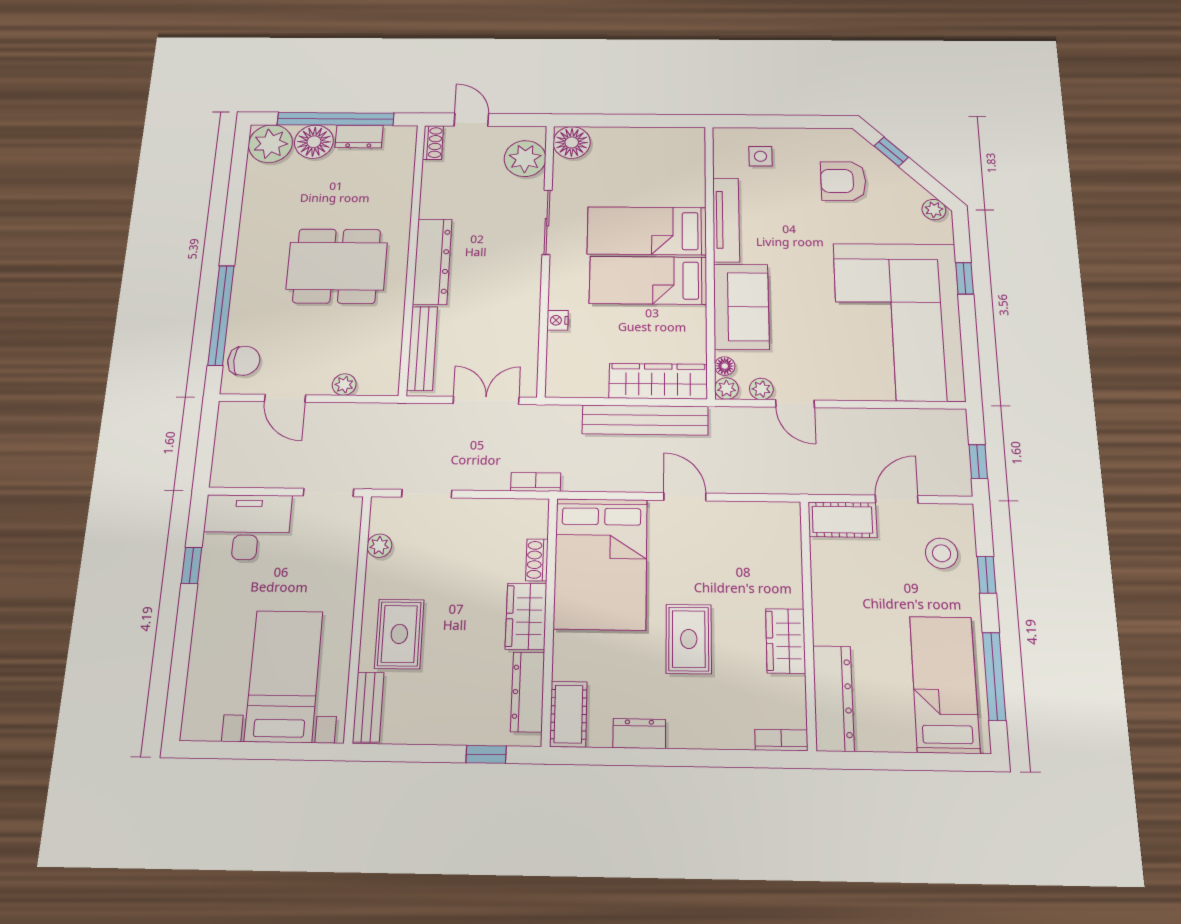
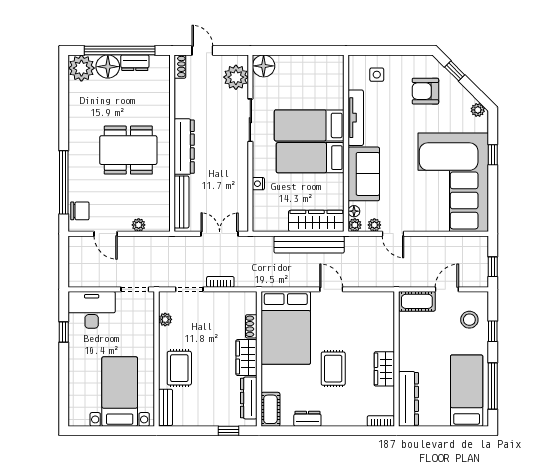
bookcase: (536, 482) -> (220, 282), moved

